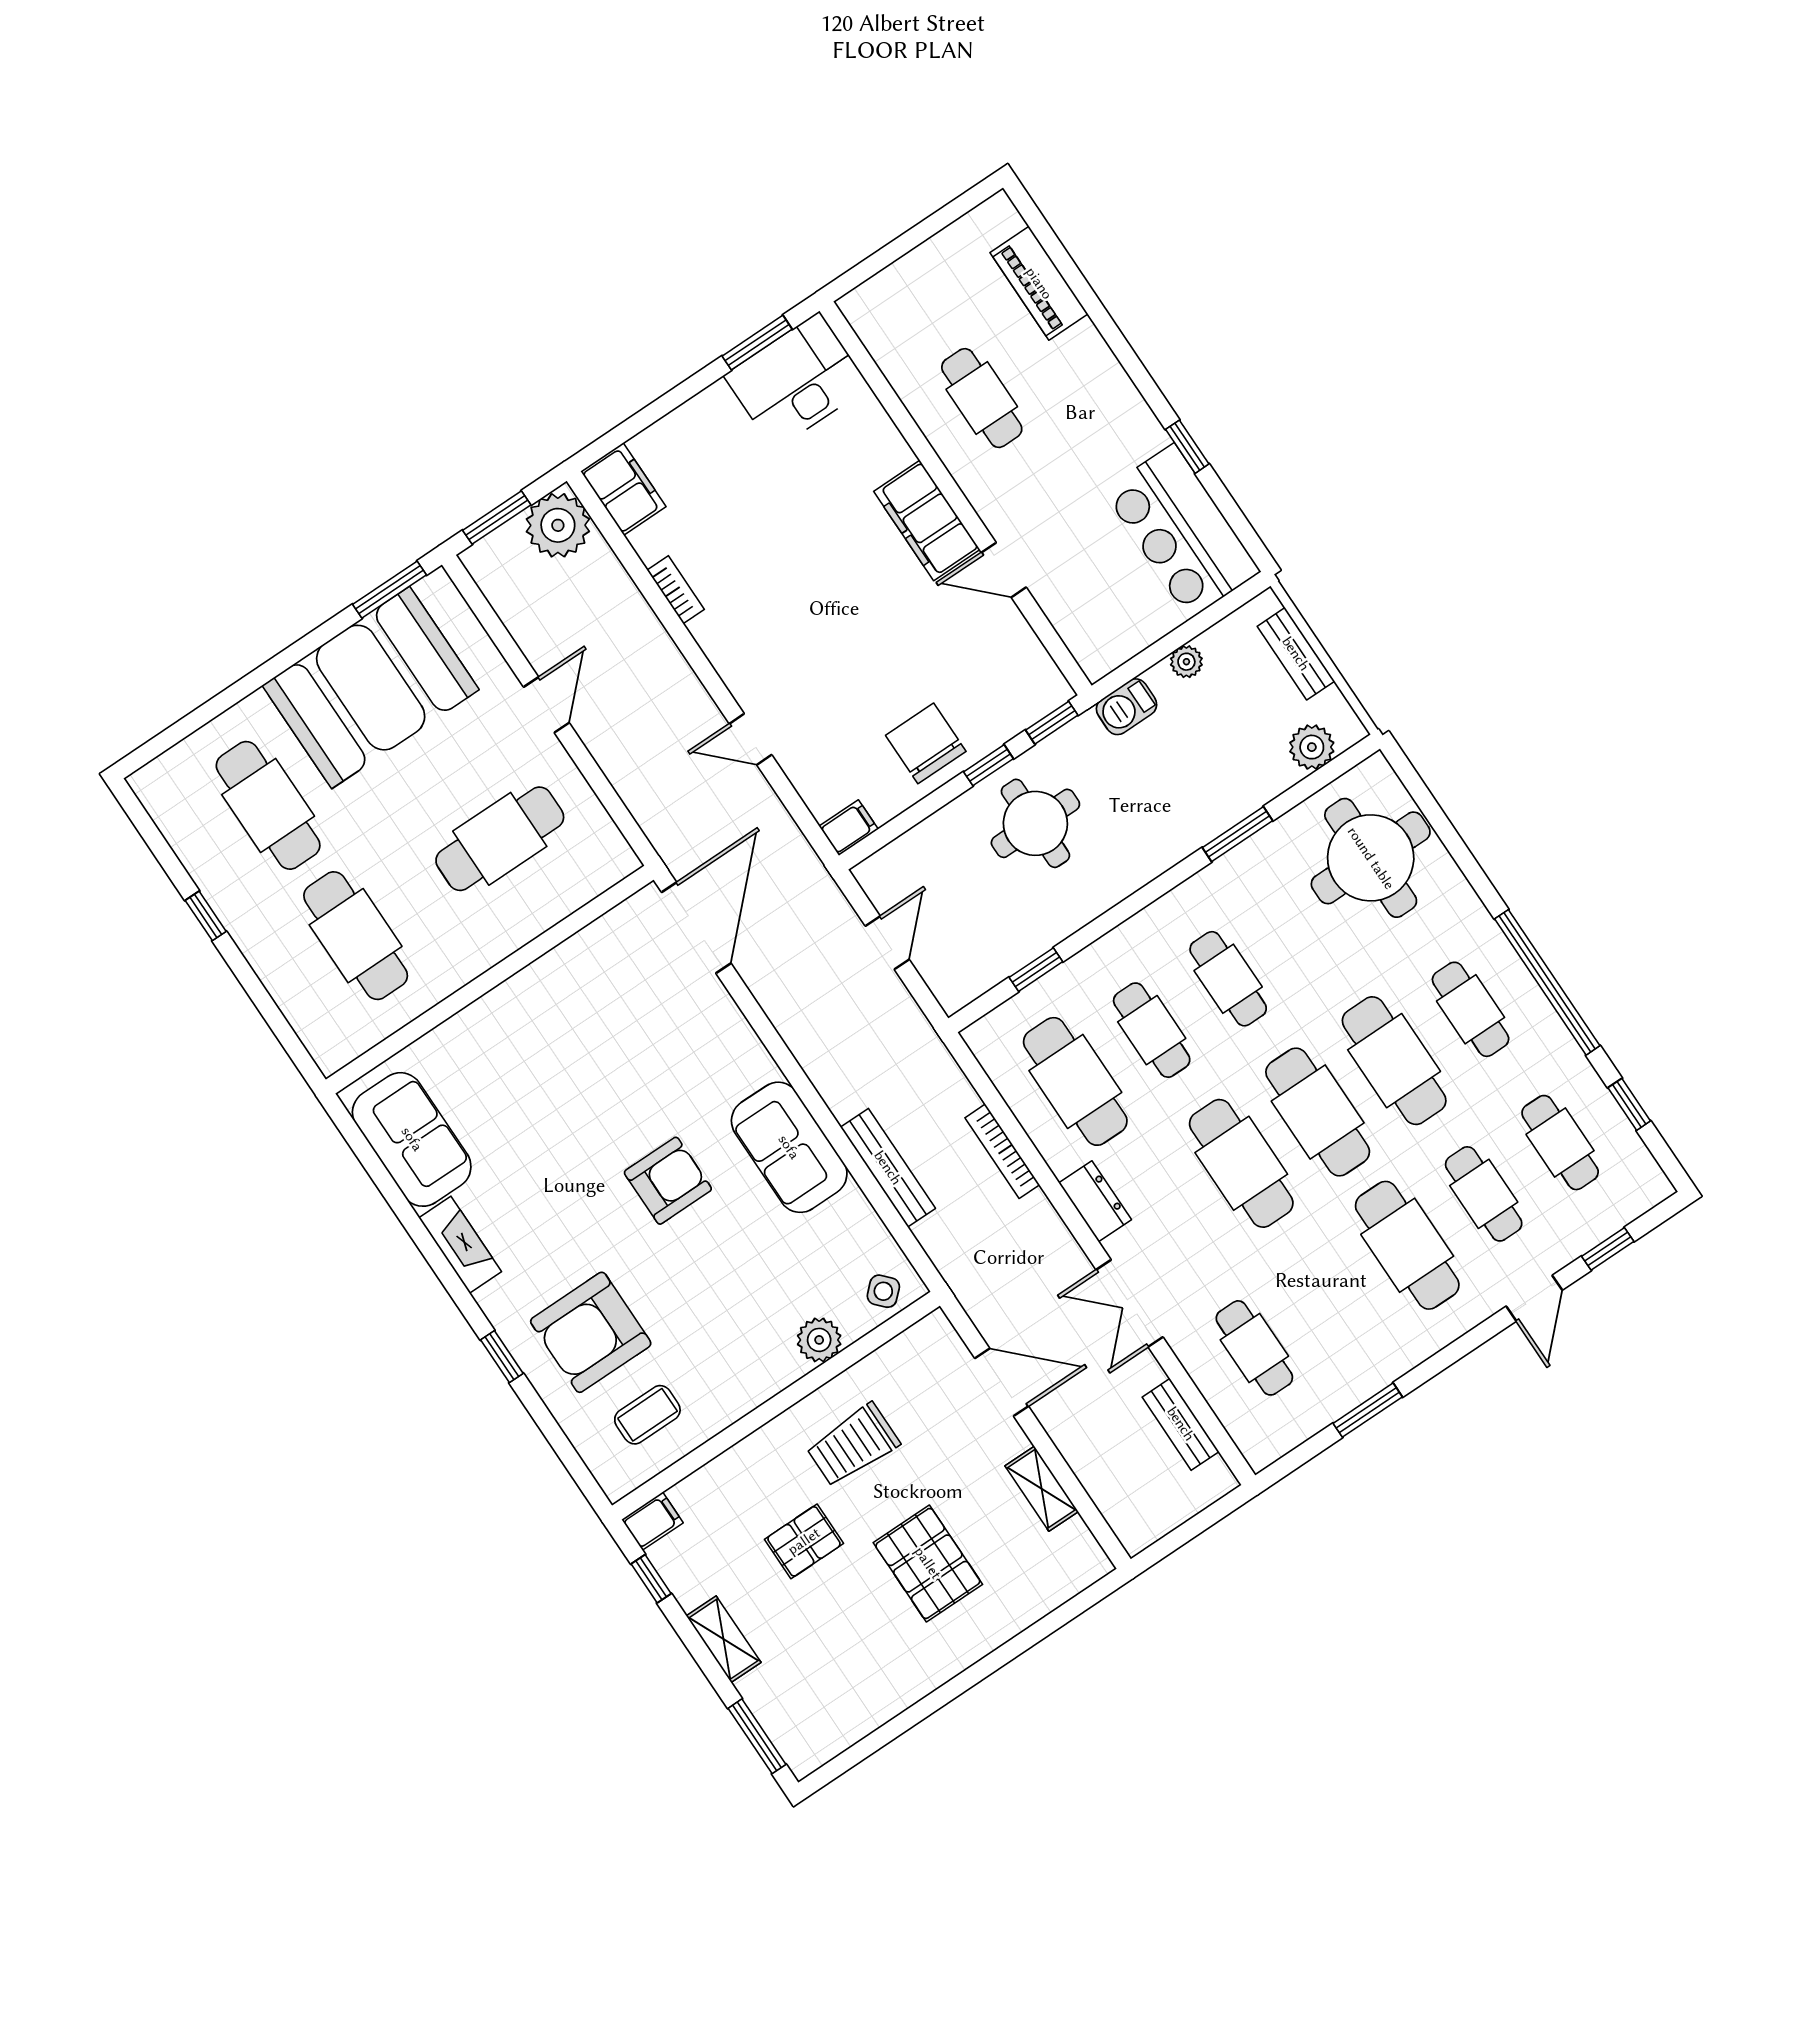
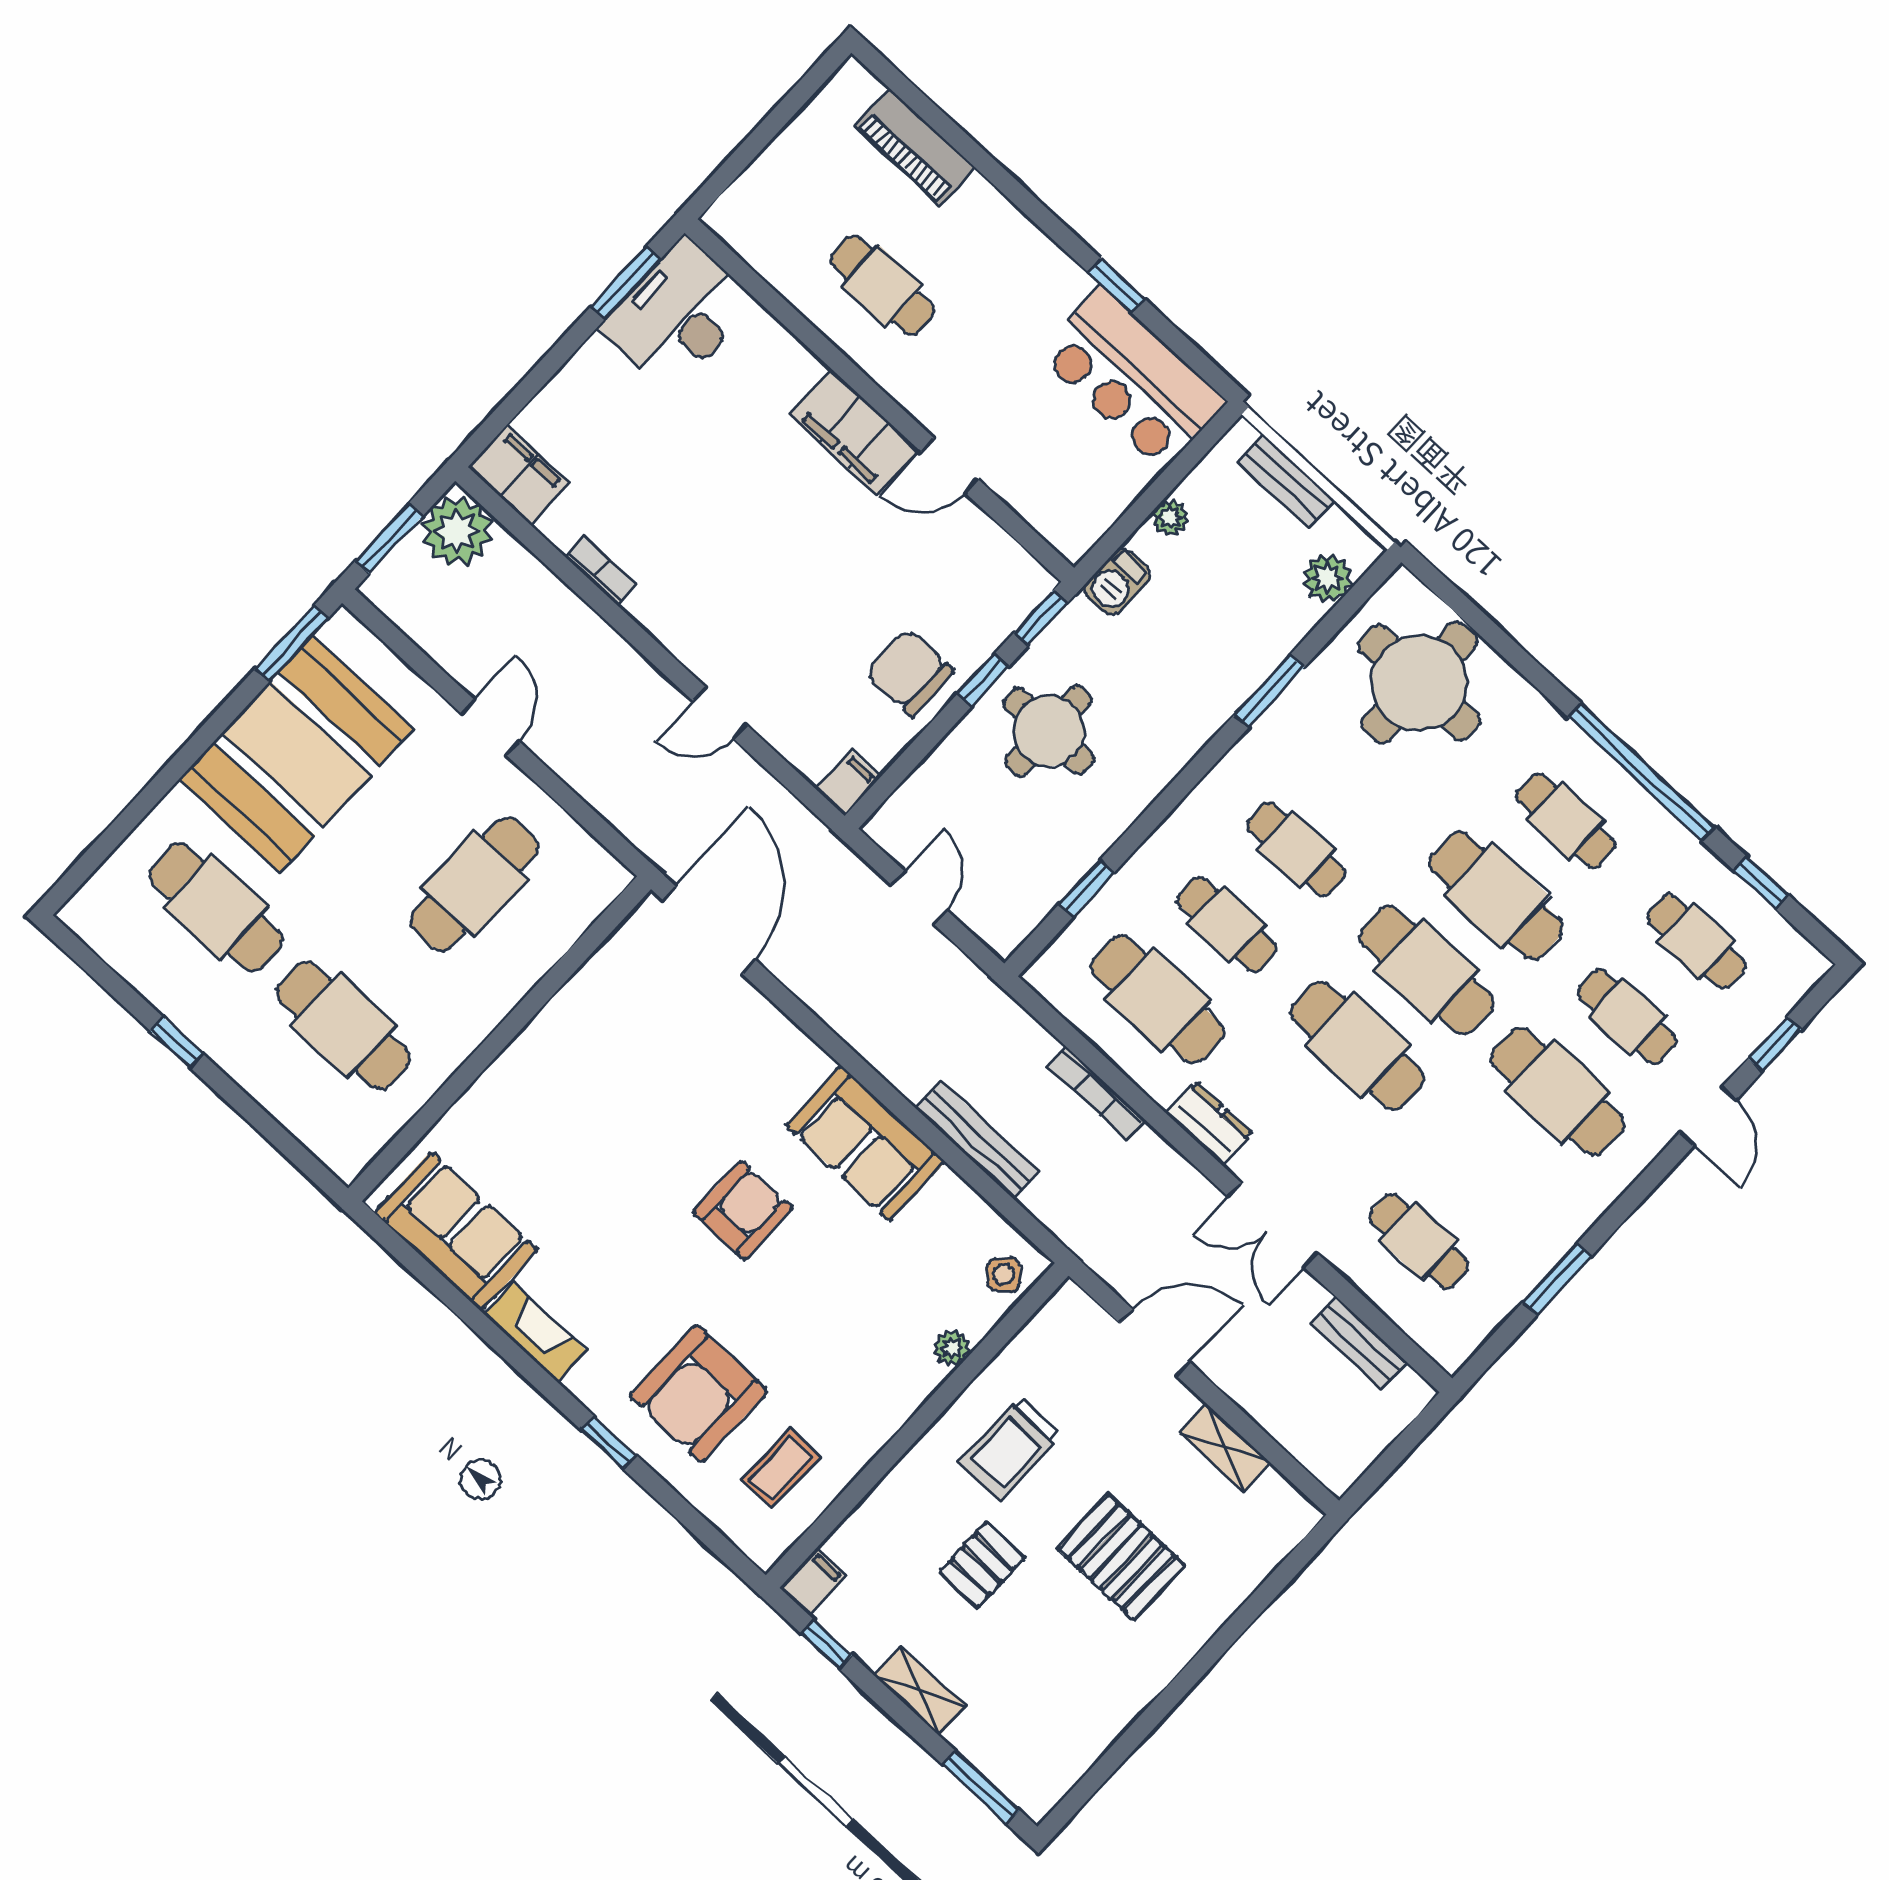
plant: (819, 1340) -> (952, 1348), width x0.73, depth x0.73

